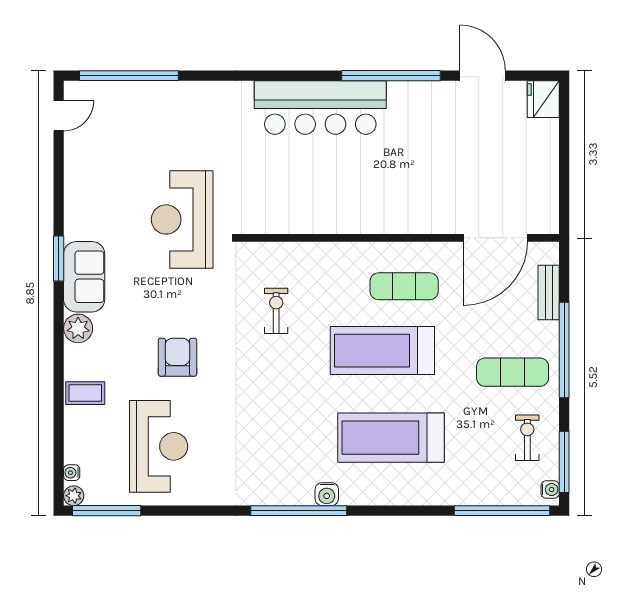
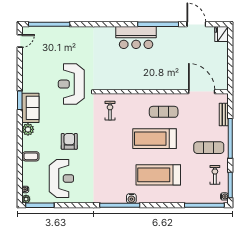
bar counter: (320, 108) -> (136, 37), width x0.73
door: (495, 238) -> (202, 92), swing flipped
exercise bike: (276, 311) -> (110, 111), moved

